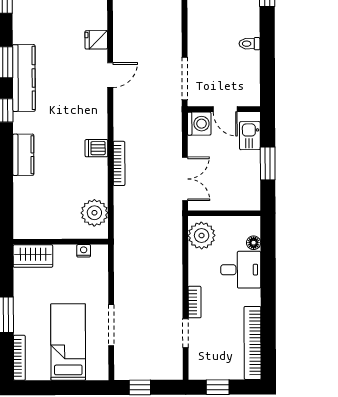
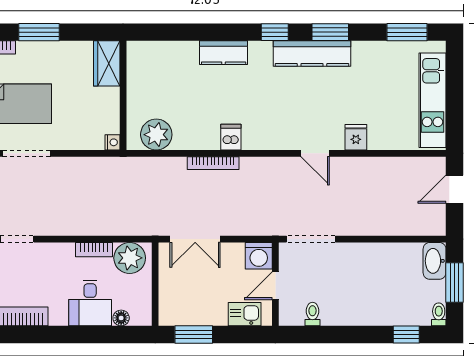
toilet: (250, 44) -> (313, 314), moved
window: (268, 163) -> (194, 335), moved
nightstand: (84, 251) -> (112, 142), moved
bookcase: (195, 302) -> (94, 250), moved

